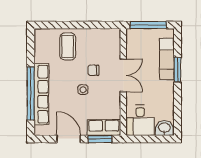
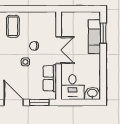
window: (148, 25) -> (79, 9), removed
window: (177, 70) -> (103, 33), moved
row of seats: (104, 128) -> (50, 78), moved, turned -90

